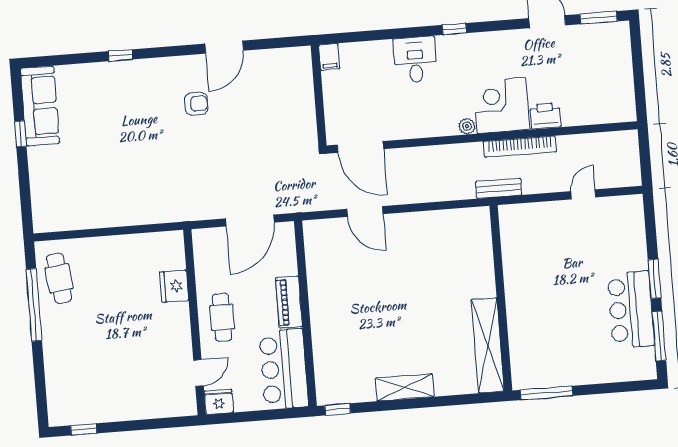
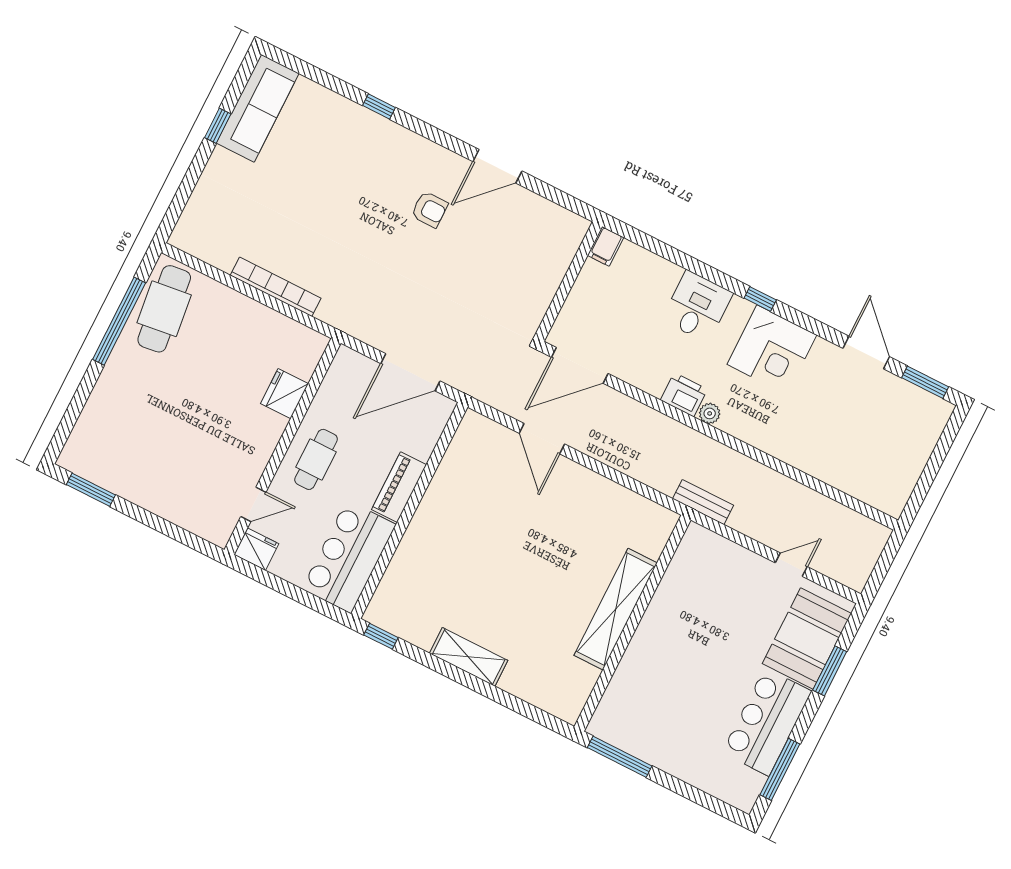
corner desk: (502, 105) -> (772, 350), moved, turned 180
printer: (545, 116) -> (684, 395), moved
door: (360, 147) -> (580, 365), hinge flipped
bookcase: (520, 147) -> (276, 287), moved, turned 180
booth: (624, 237) -> (807, 638), added
cafe table: (59, 278) -> (164, 309), width x1.37, depth x1.35
window: (655, 279) -> (830, 671), moved
shelving: (488, 345) -> (616, 609), moved
window: (84, 429) -> (91, 490), width x1.50

